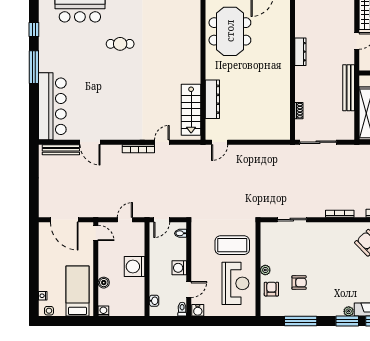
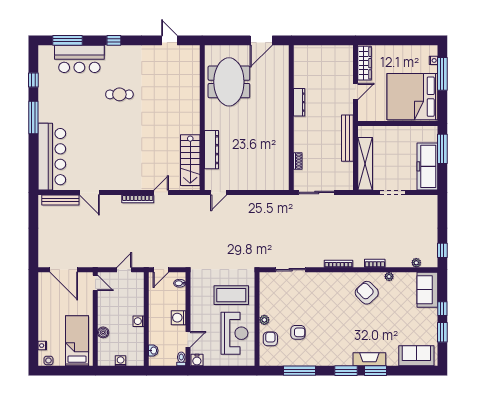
washing machine: (135, 266) -> (139, 321), width x0.53, depth x0.53
washing machine: (103, 311) -> (121, 361), moved
plant: (349, 311) -> (347, 361), removed

